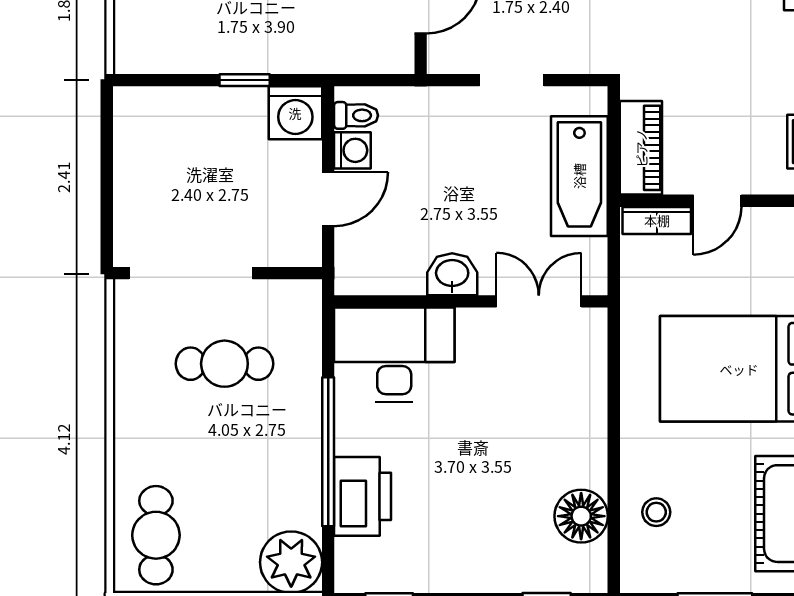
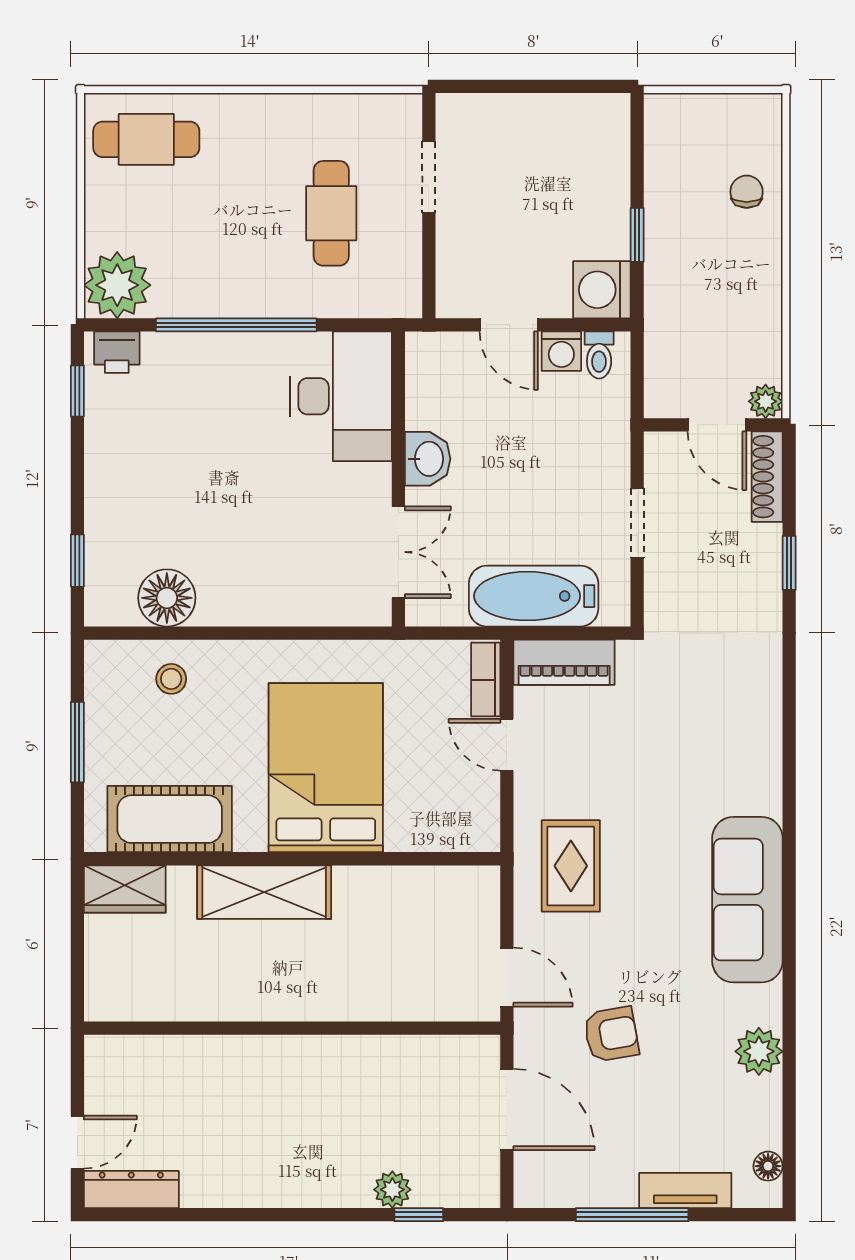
doorway: (191, 273) -> (429, 177), width x0.53
printer: (363, 496) -> (117, 352), moved, width x0.53, depth x0.68

